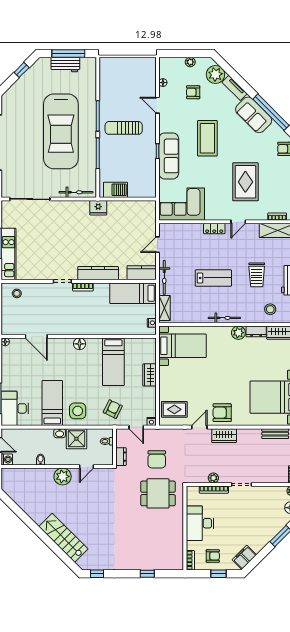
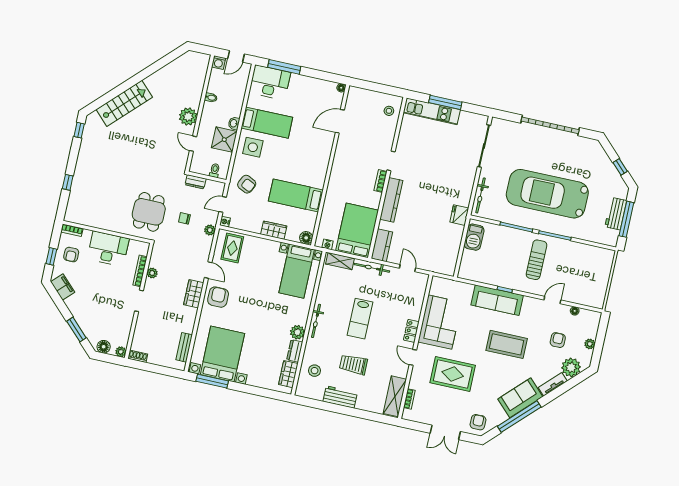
corner sofa: (182, 204) -> (440, 322), moved
bed: (133, 293) -> (357, 230), width x1.50
floor lamp: (80, 344) -> (306, 238), moved
plant: (162, 434) -> (210, 230), added
chair: (157, 459) -> (184, 218), width x0.54, depth x0.54

